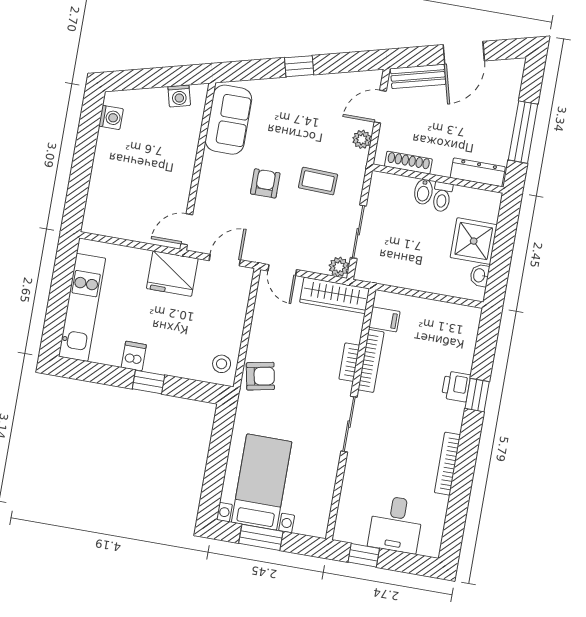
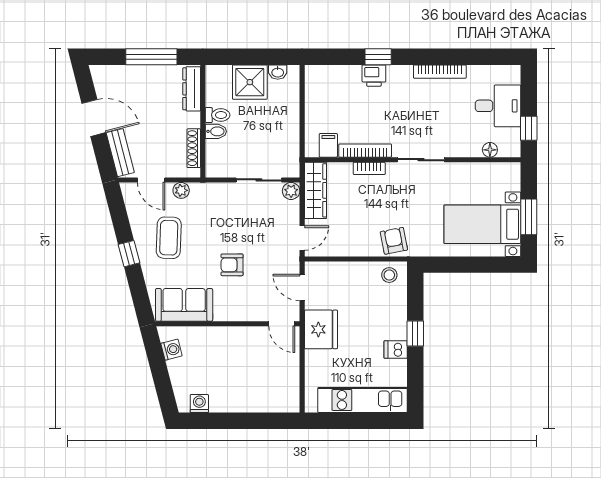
coffee table: (318, 181) -> (169, 238), moved, width x1.36, depth x1.30
floor lamp: (346, 506) -> (490, 150), added

